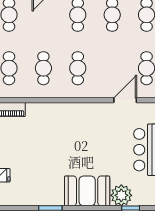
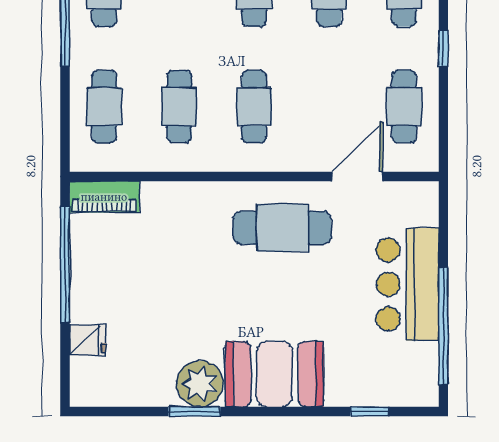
cafe table: (91, 124) -> (282, 228), added
plant: (121, 195) -> (200, 384), moved

